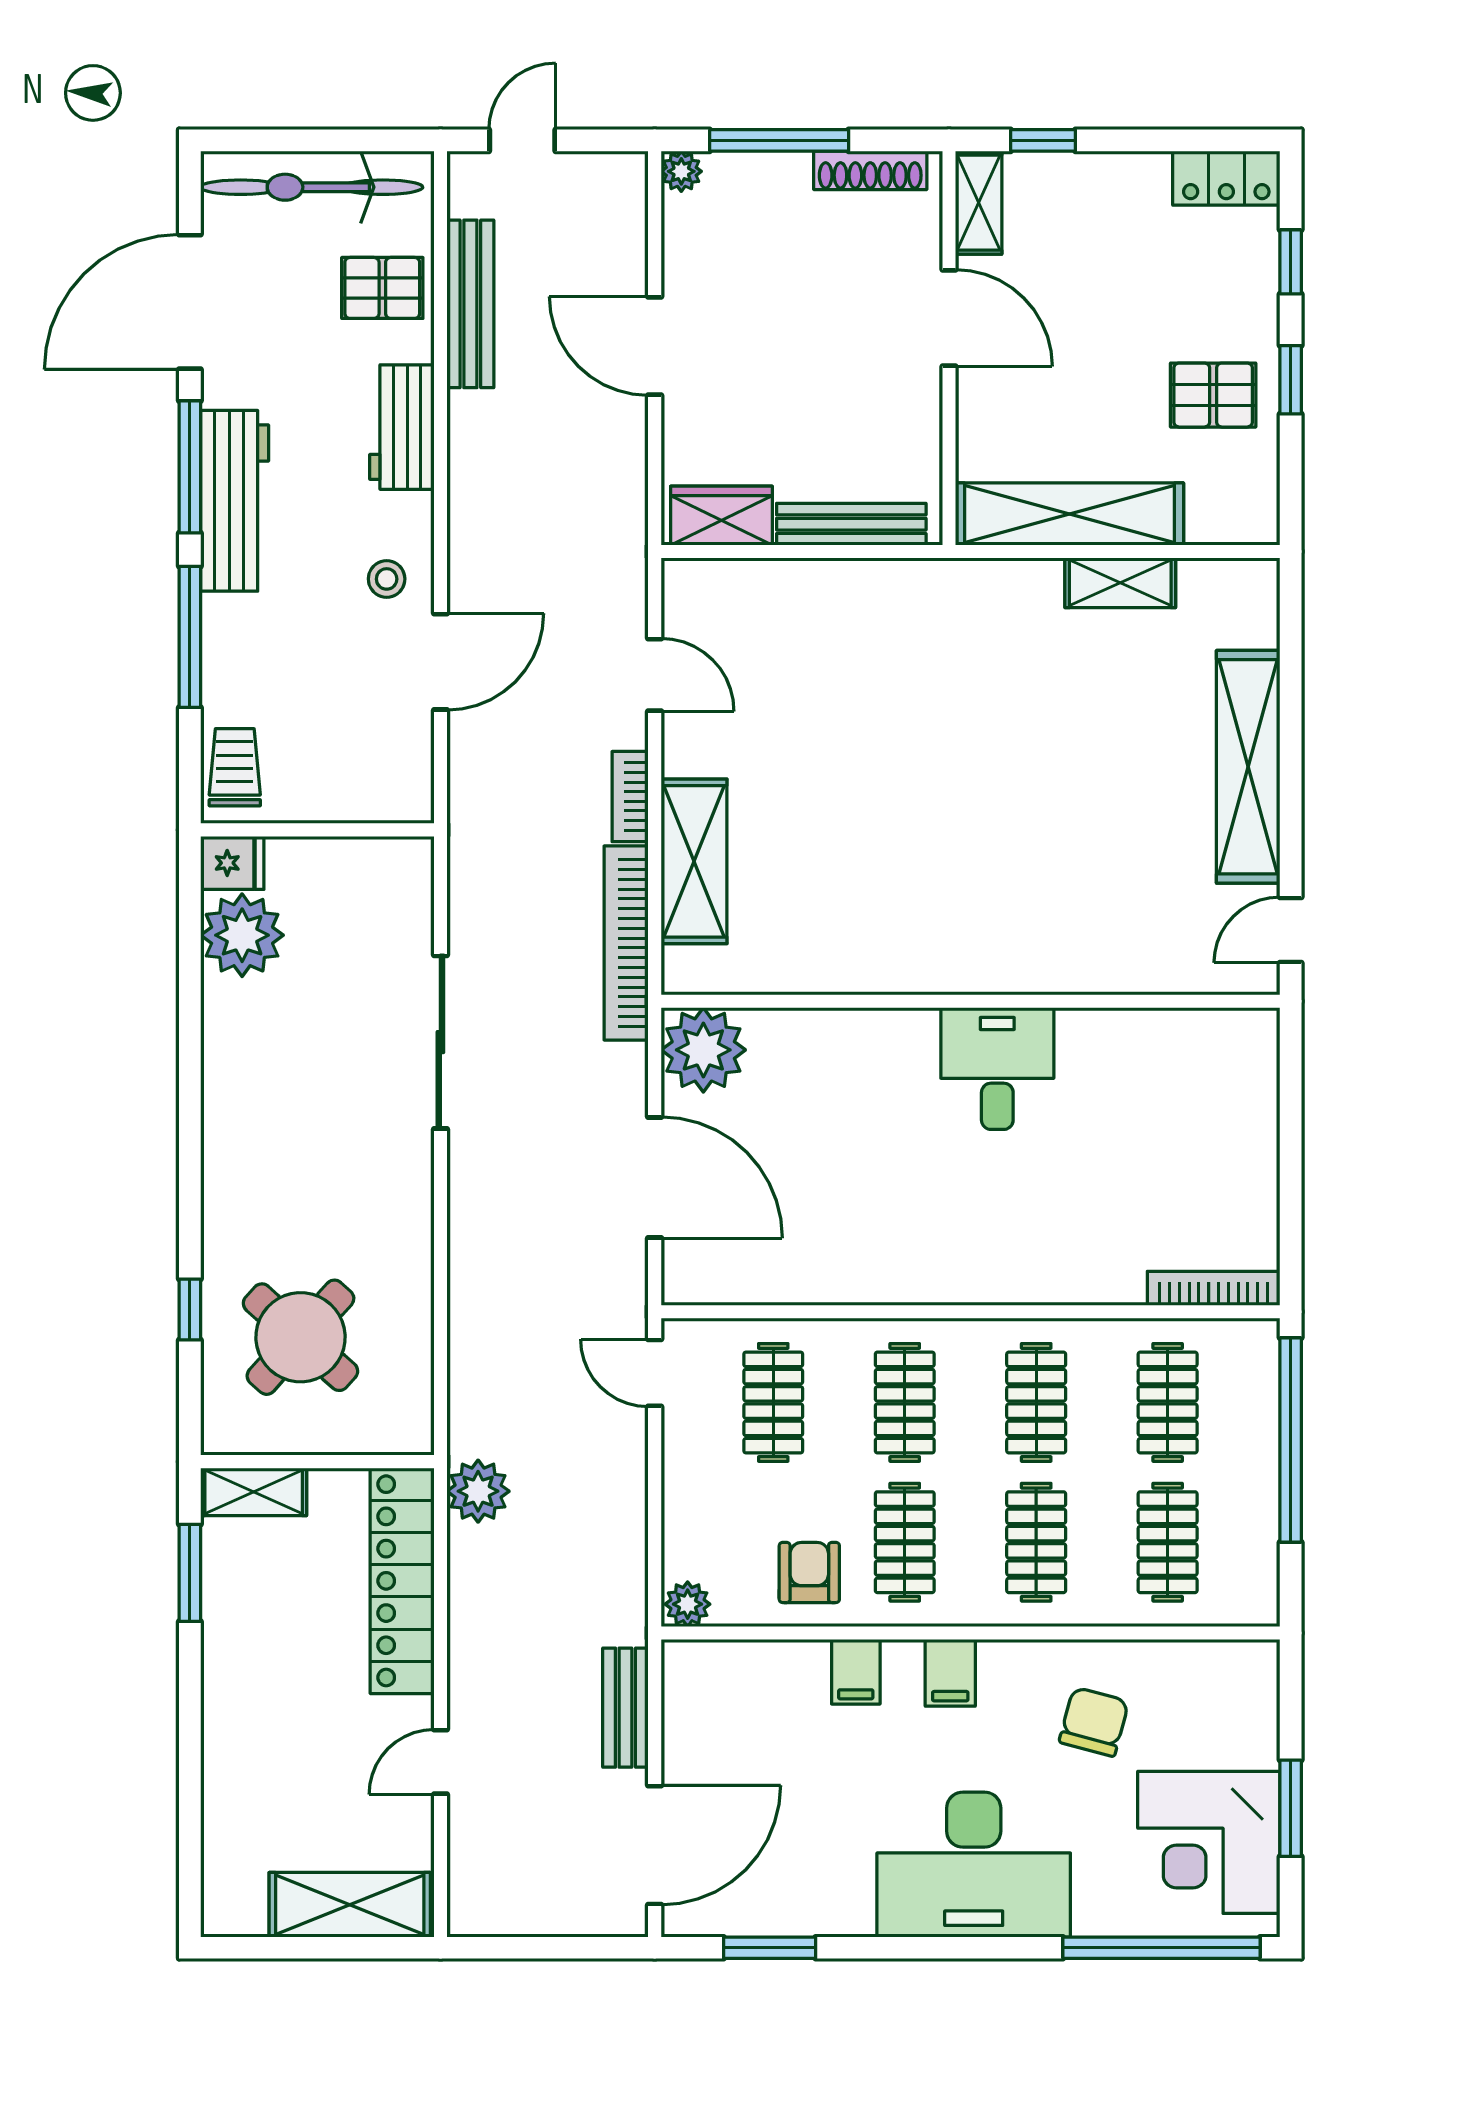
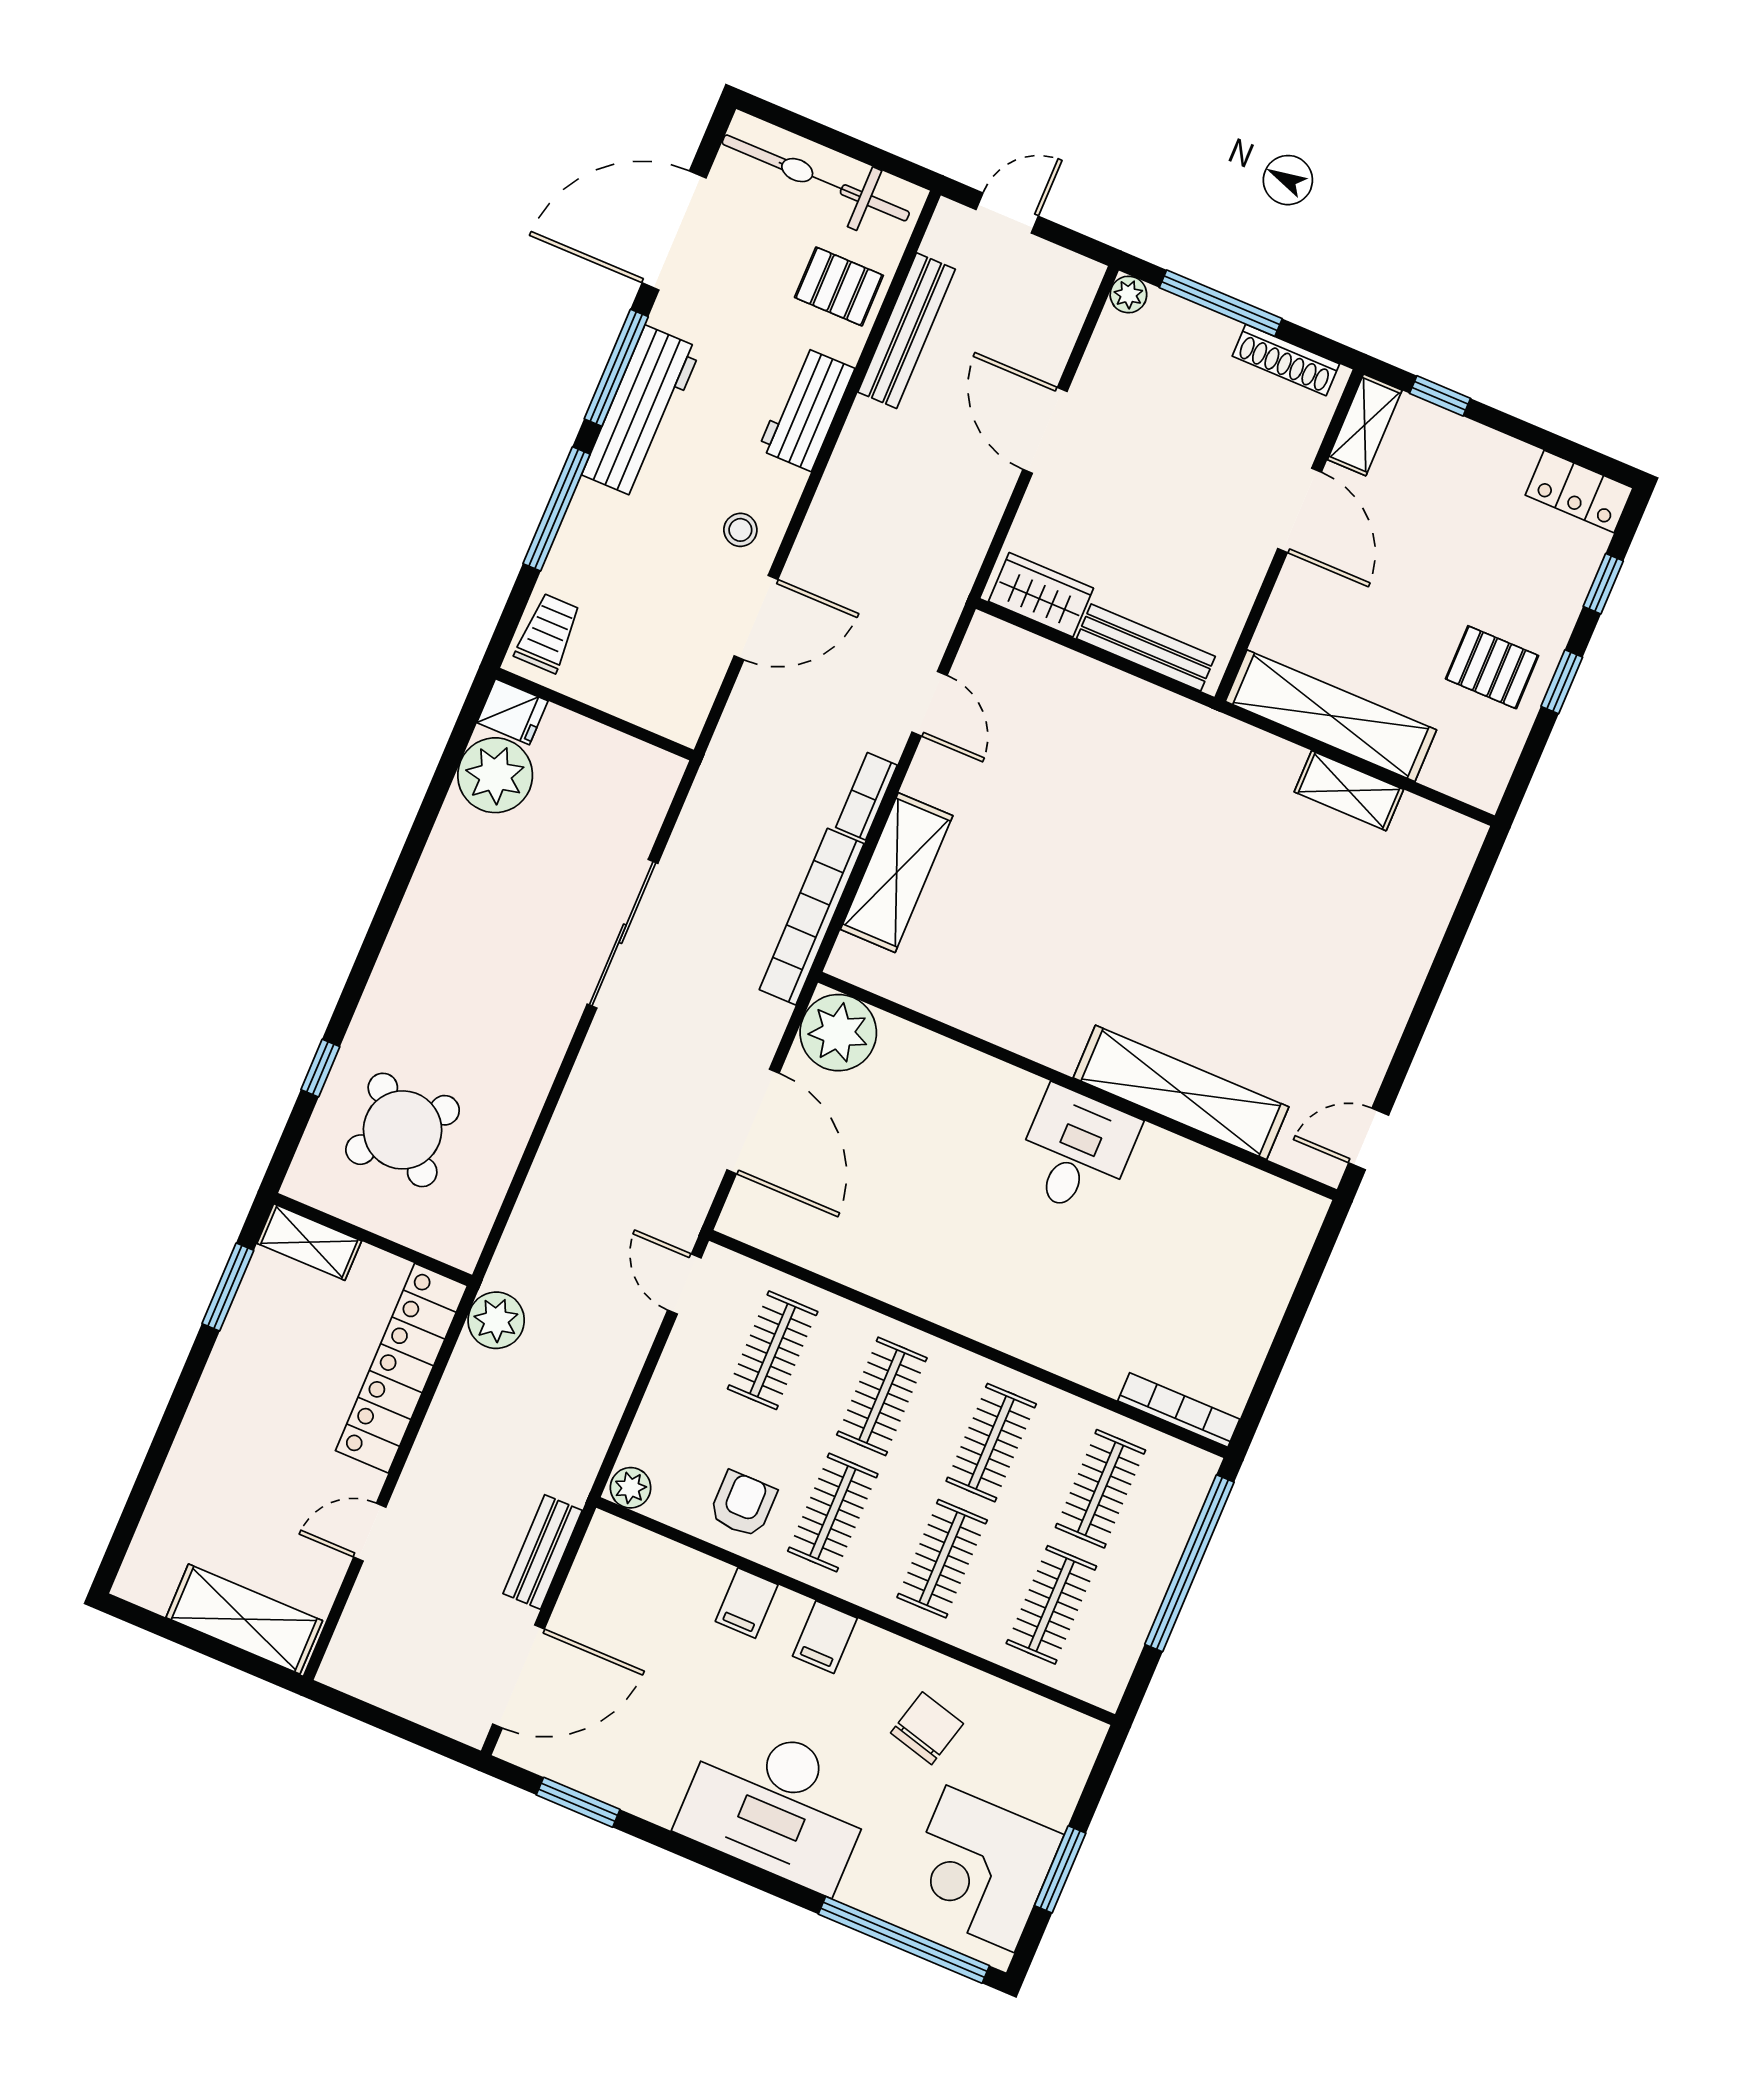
shelving: (1248, 767) -> (1181, 1092), moved, turned 90

